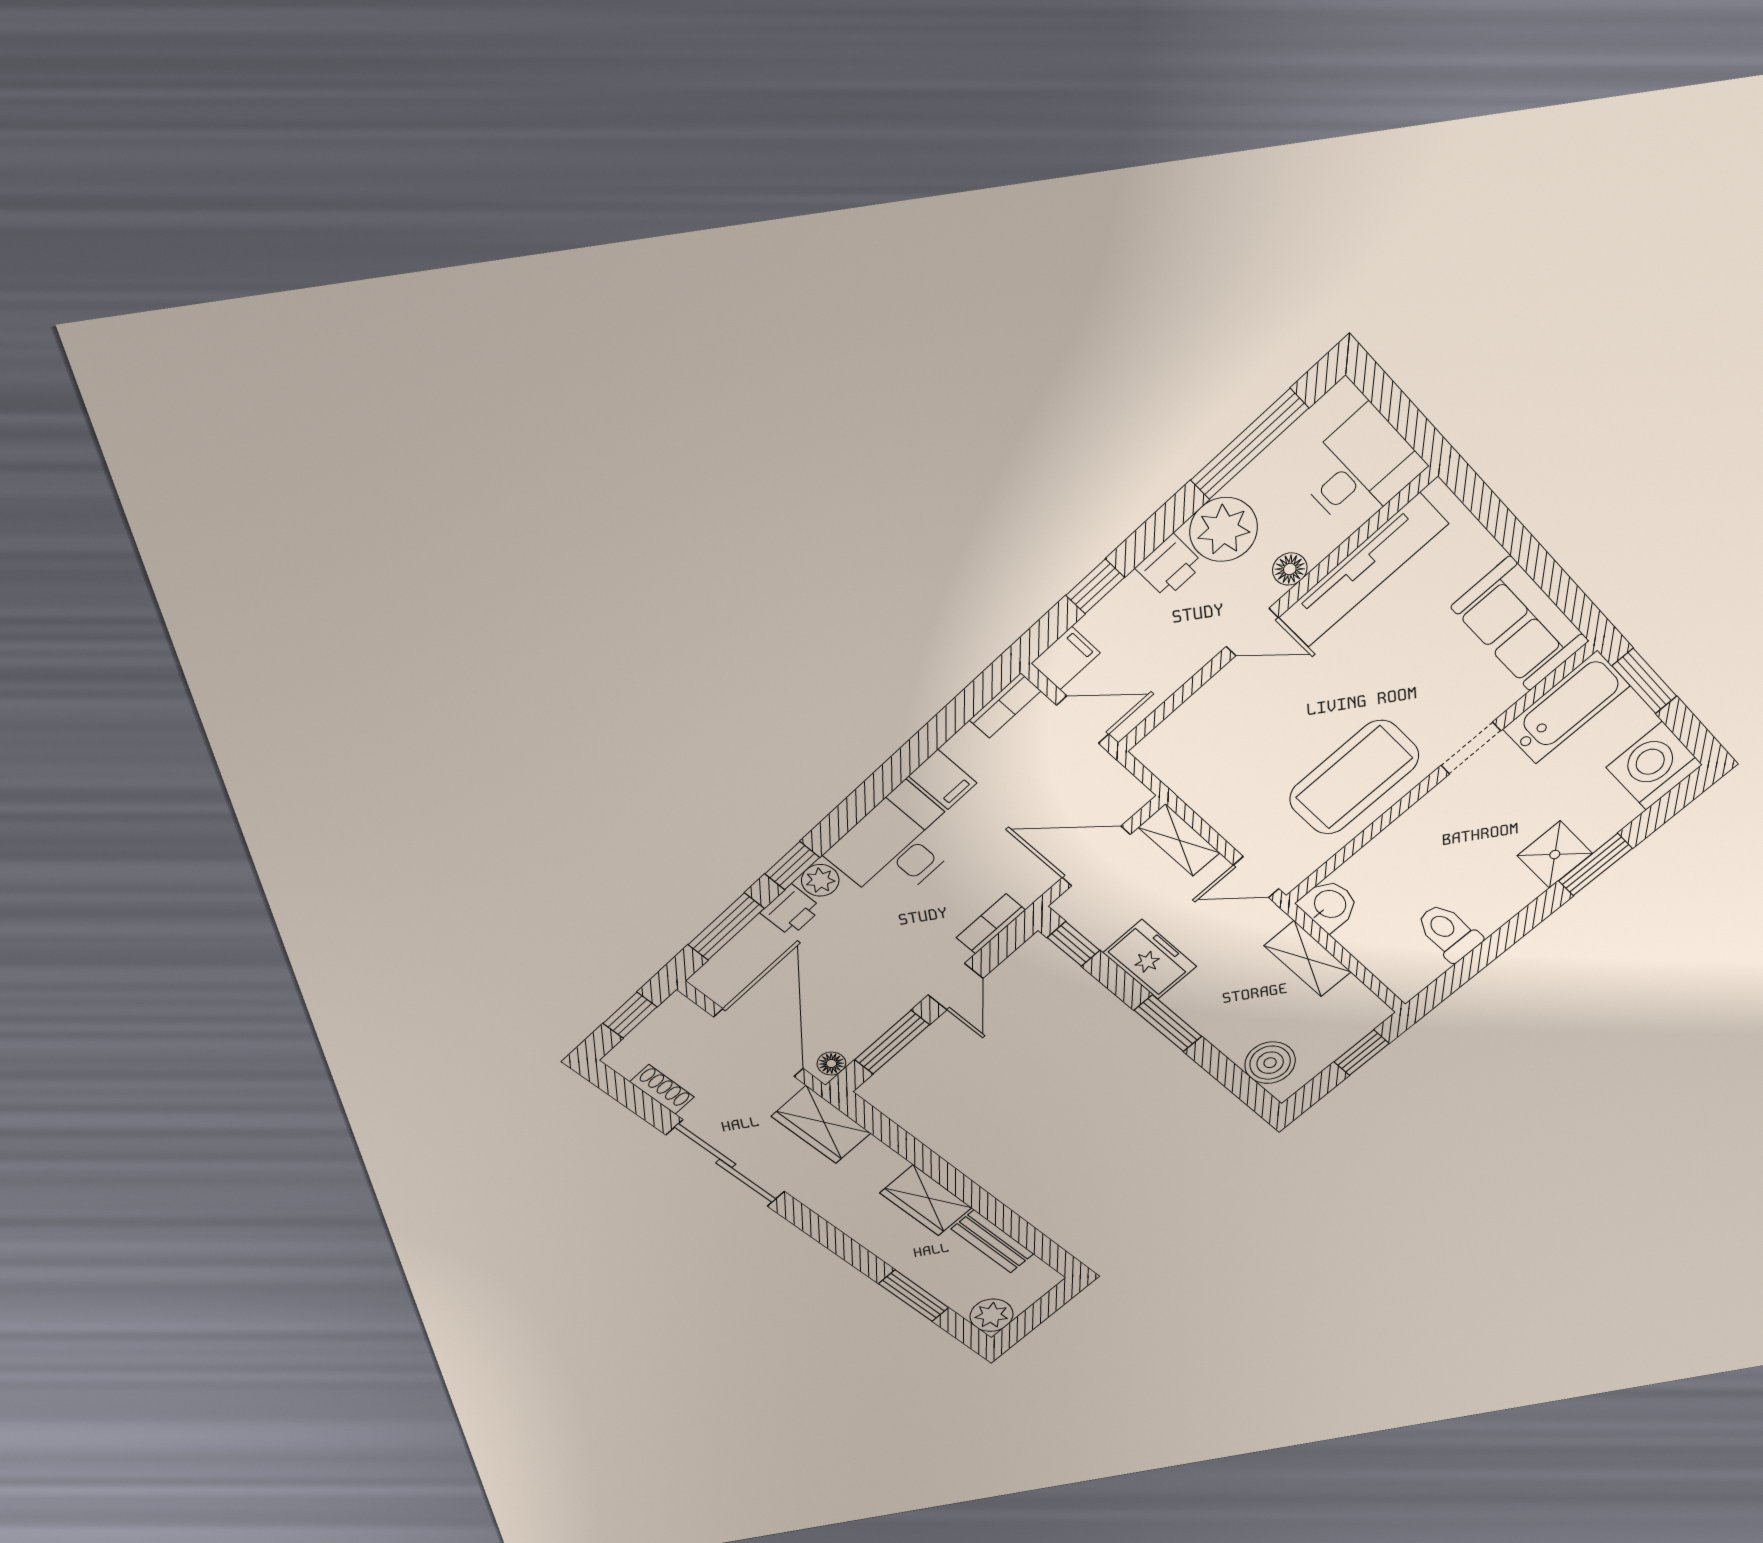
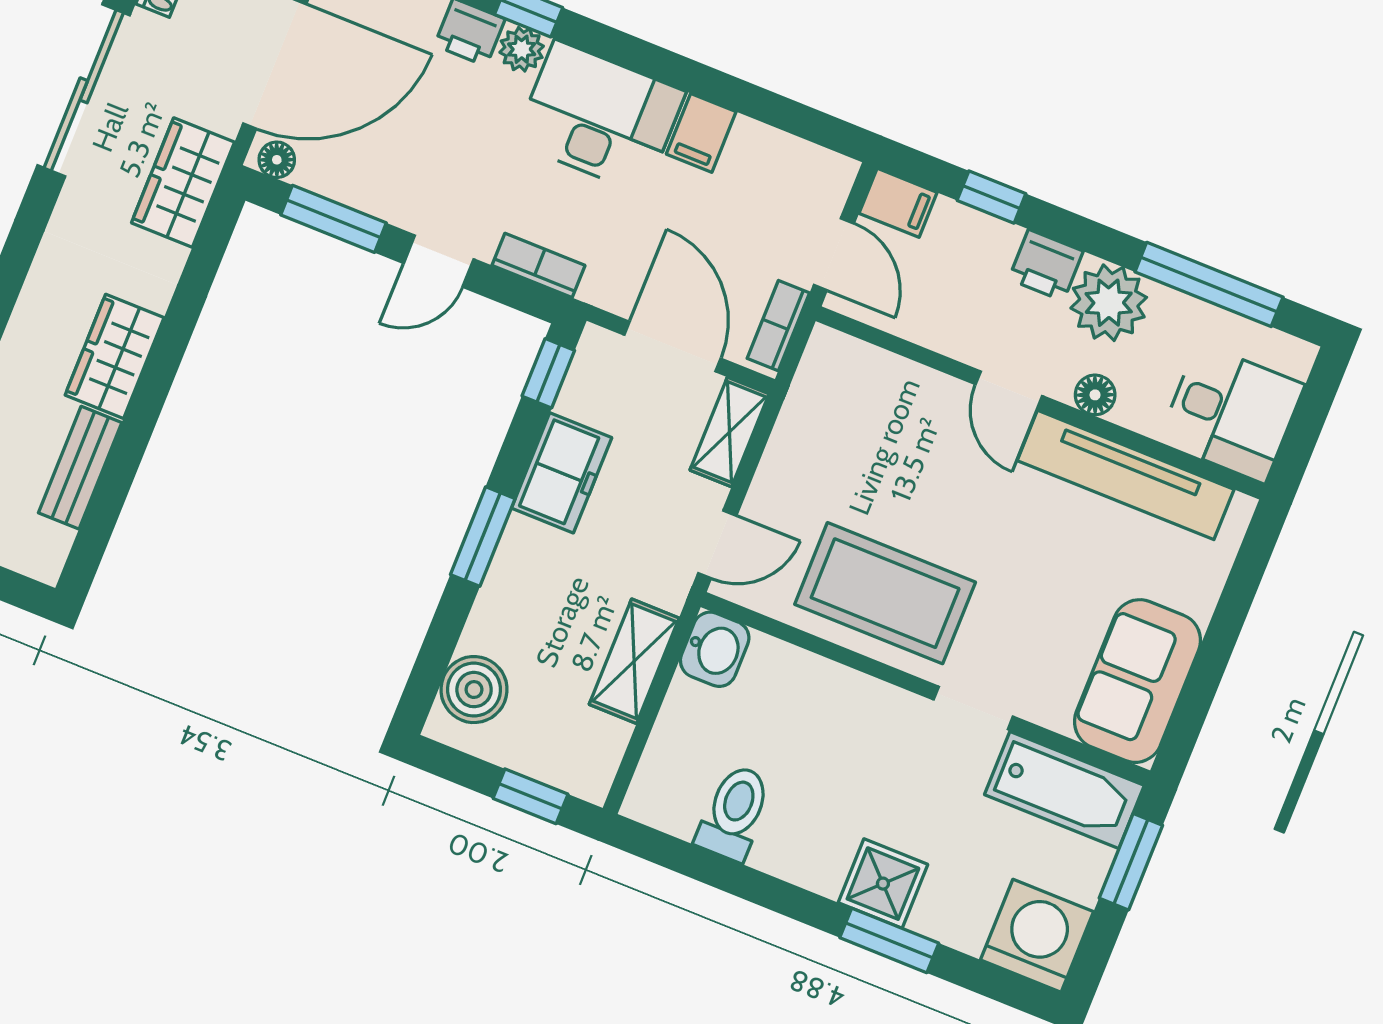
bookcase: (1005, 706) -> (778, 326), moved, turned 90
door: (1256, 877) -> (717, 544), swing flipped

